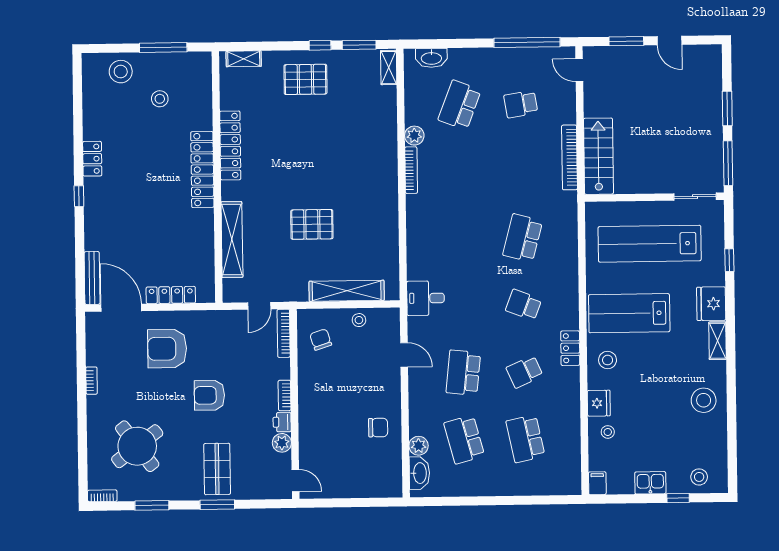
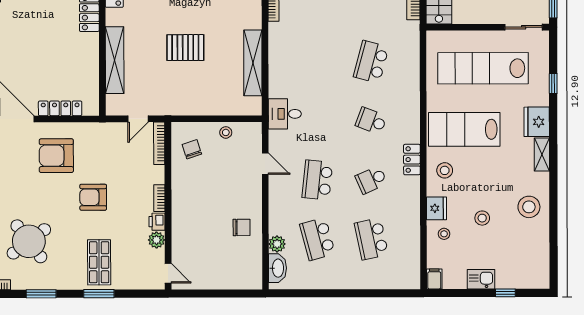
shelving: (347, 291) -> (253, 63), moved, turned 90
stool: (699, 477) -> (482, 218), moved

